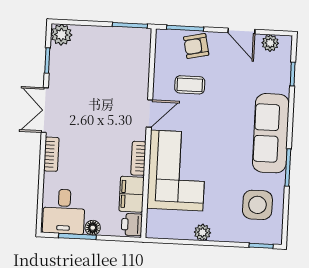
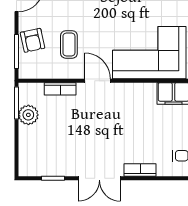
plant: (61, 35) -> (28, 115), moved
bookcase: (138, 158) -> (60, 89), moved

